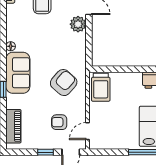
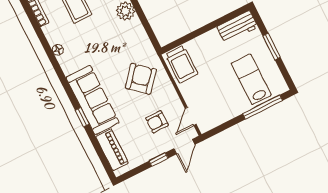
floor lamp: (11, 46) -> (58, 50), moved
sofa: (18, 73) -> (93, 100), width x1.36

